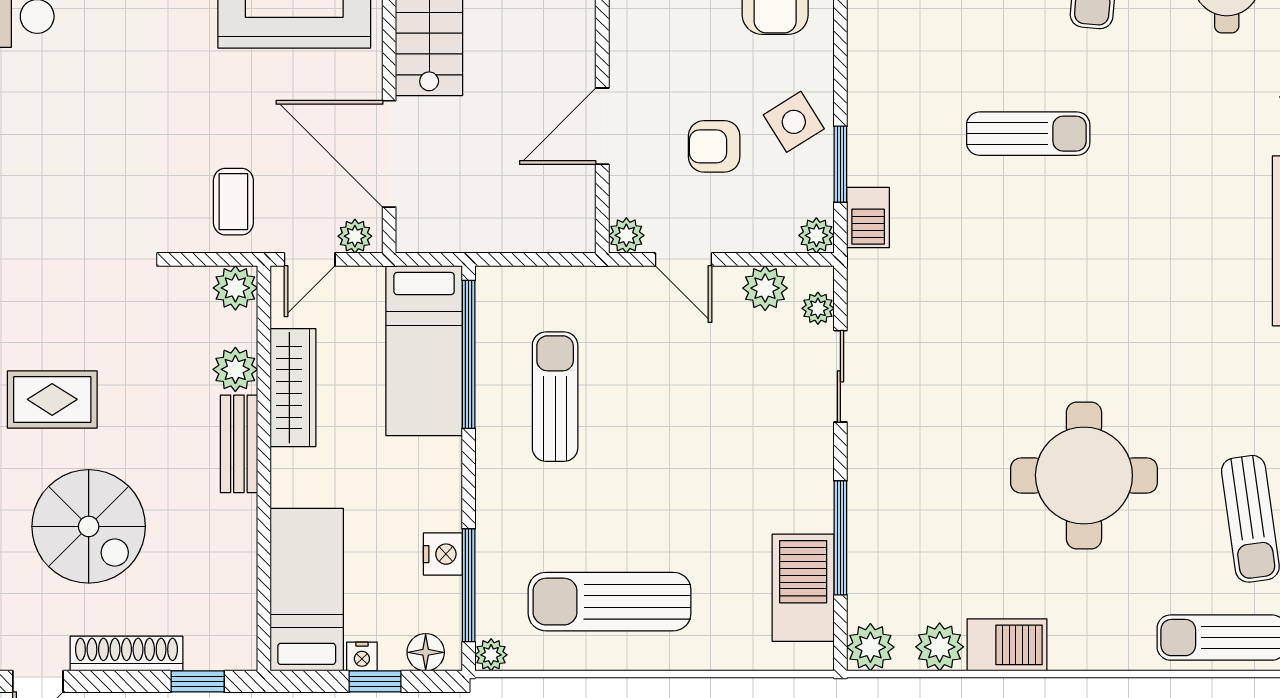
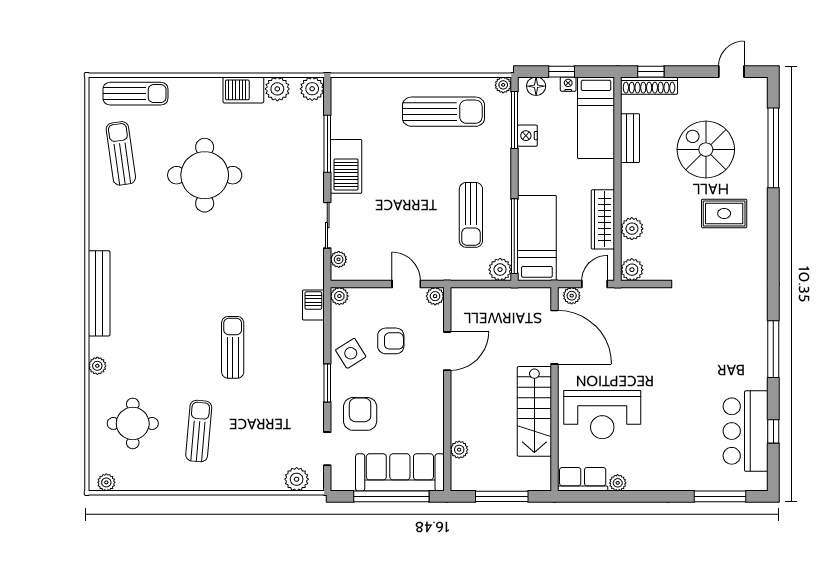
sun lounger: (1028, 134) -> (233, 347), turned 90
window: (840, 164) -> (327, 383), moved
coffee table: (233, 202) -> (633, 313), removed
plant: (765, 288) -> (500, 270), moved
bench: (239, 444) -> (630, 138), moved
barbecue: (803, 588) -> (346, 166), moved
shoe rack: (127, 654) -> (649, 86), moved

